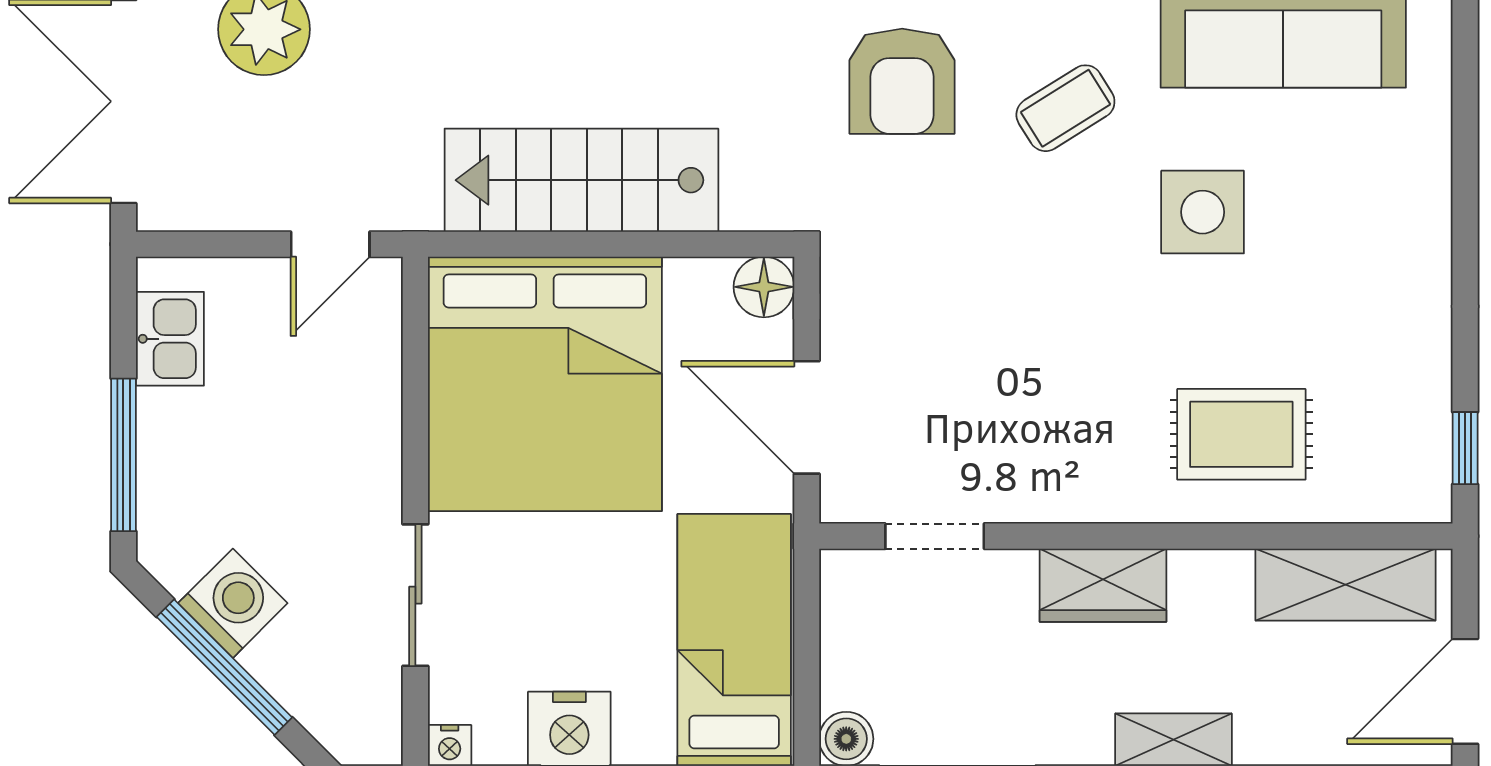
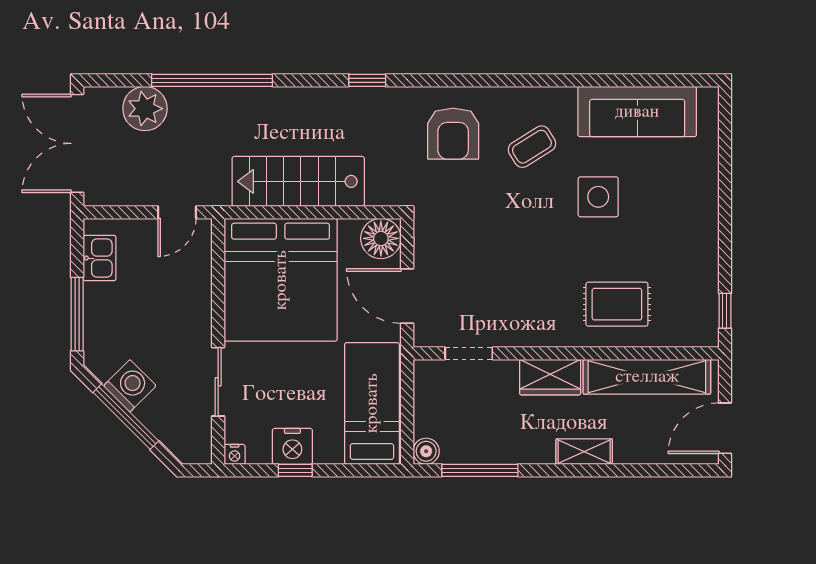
floor lamp: (764, 287) -> (381, 238), width x1.38, depth x1.38
shelving: (1345, 585) -> (647, 377), width x1.47

